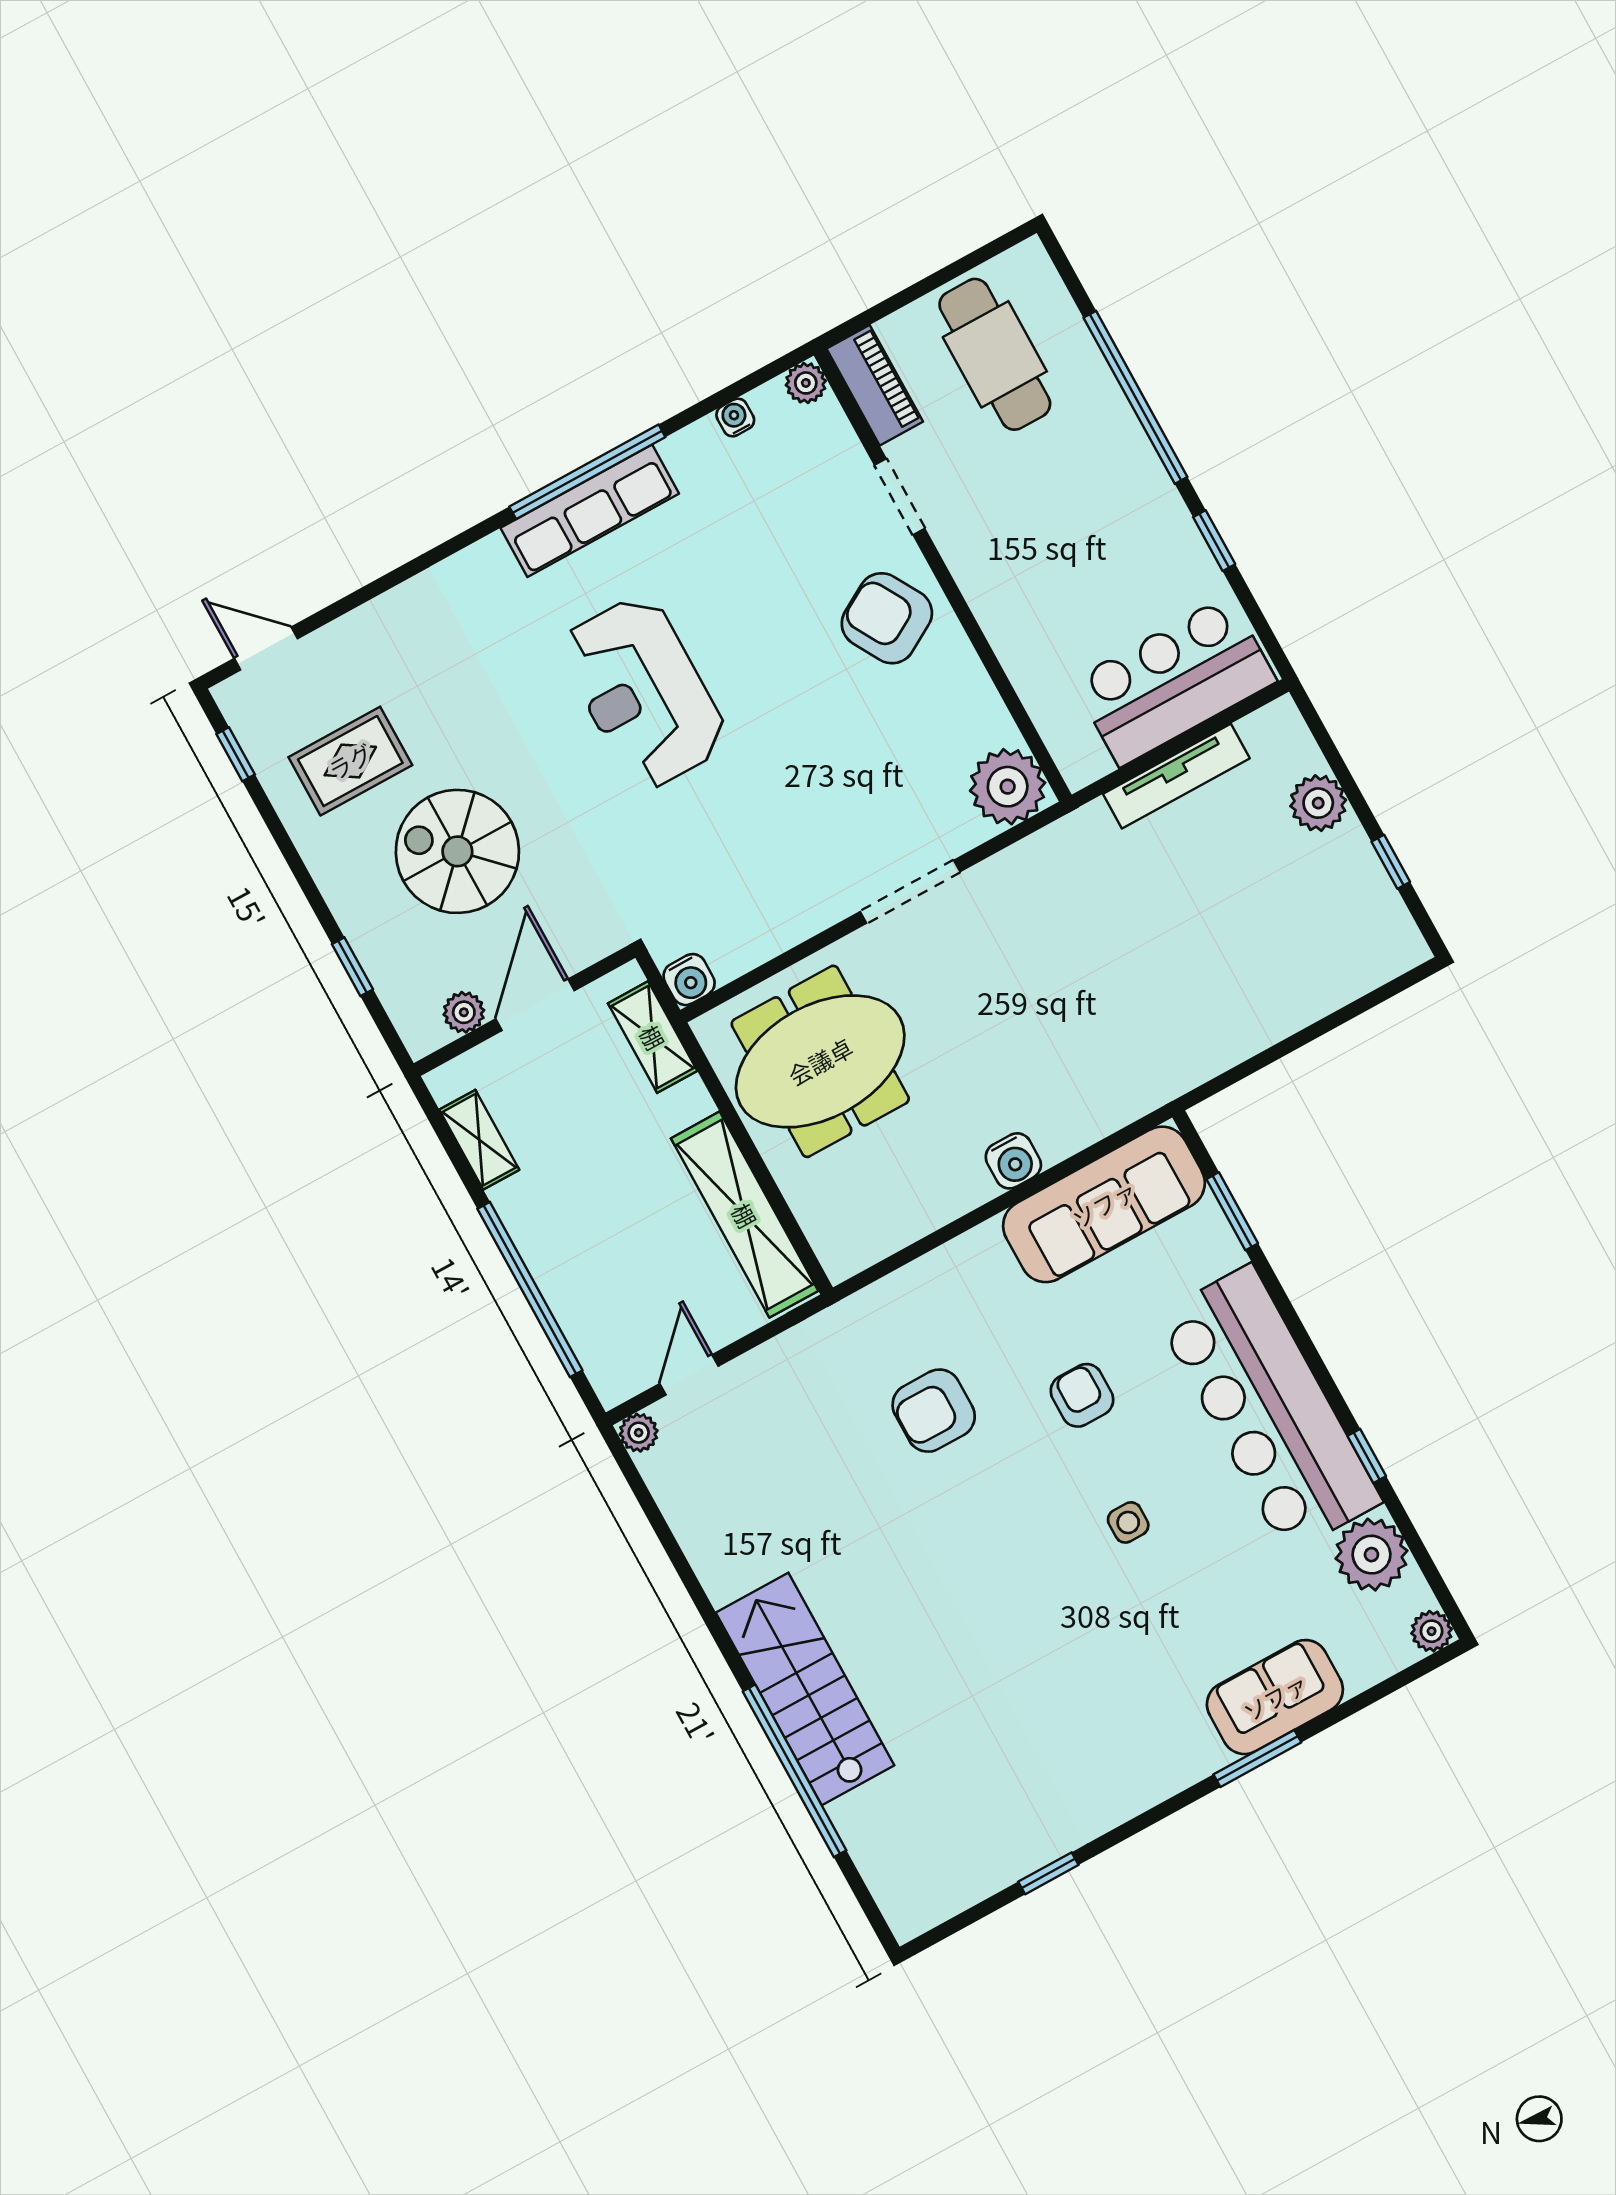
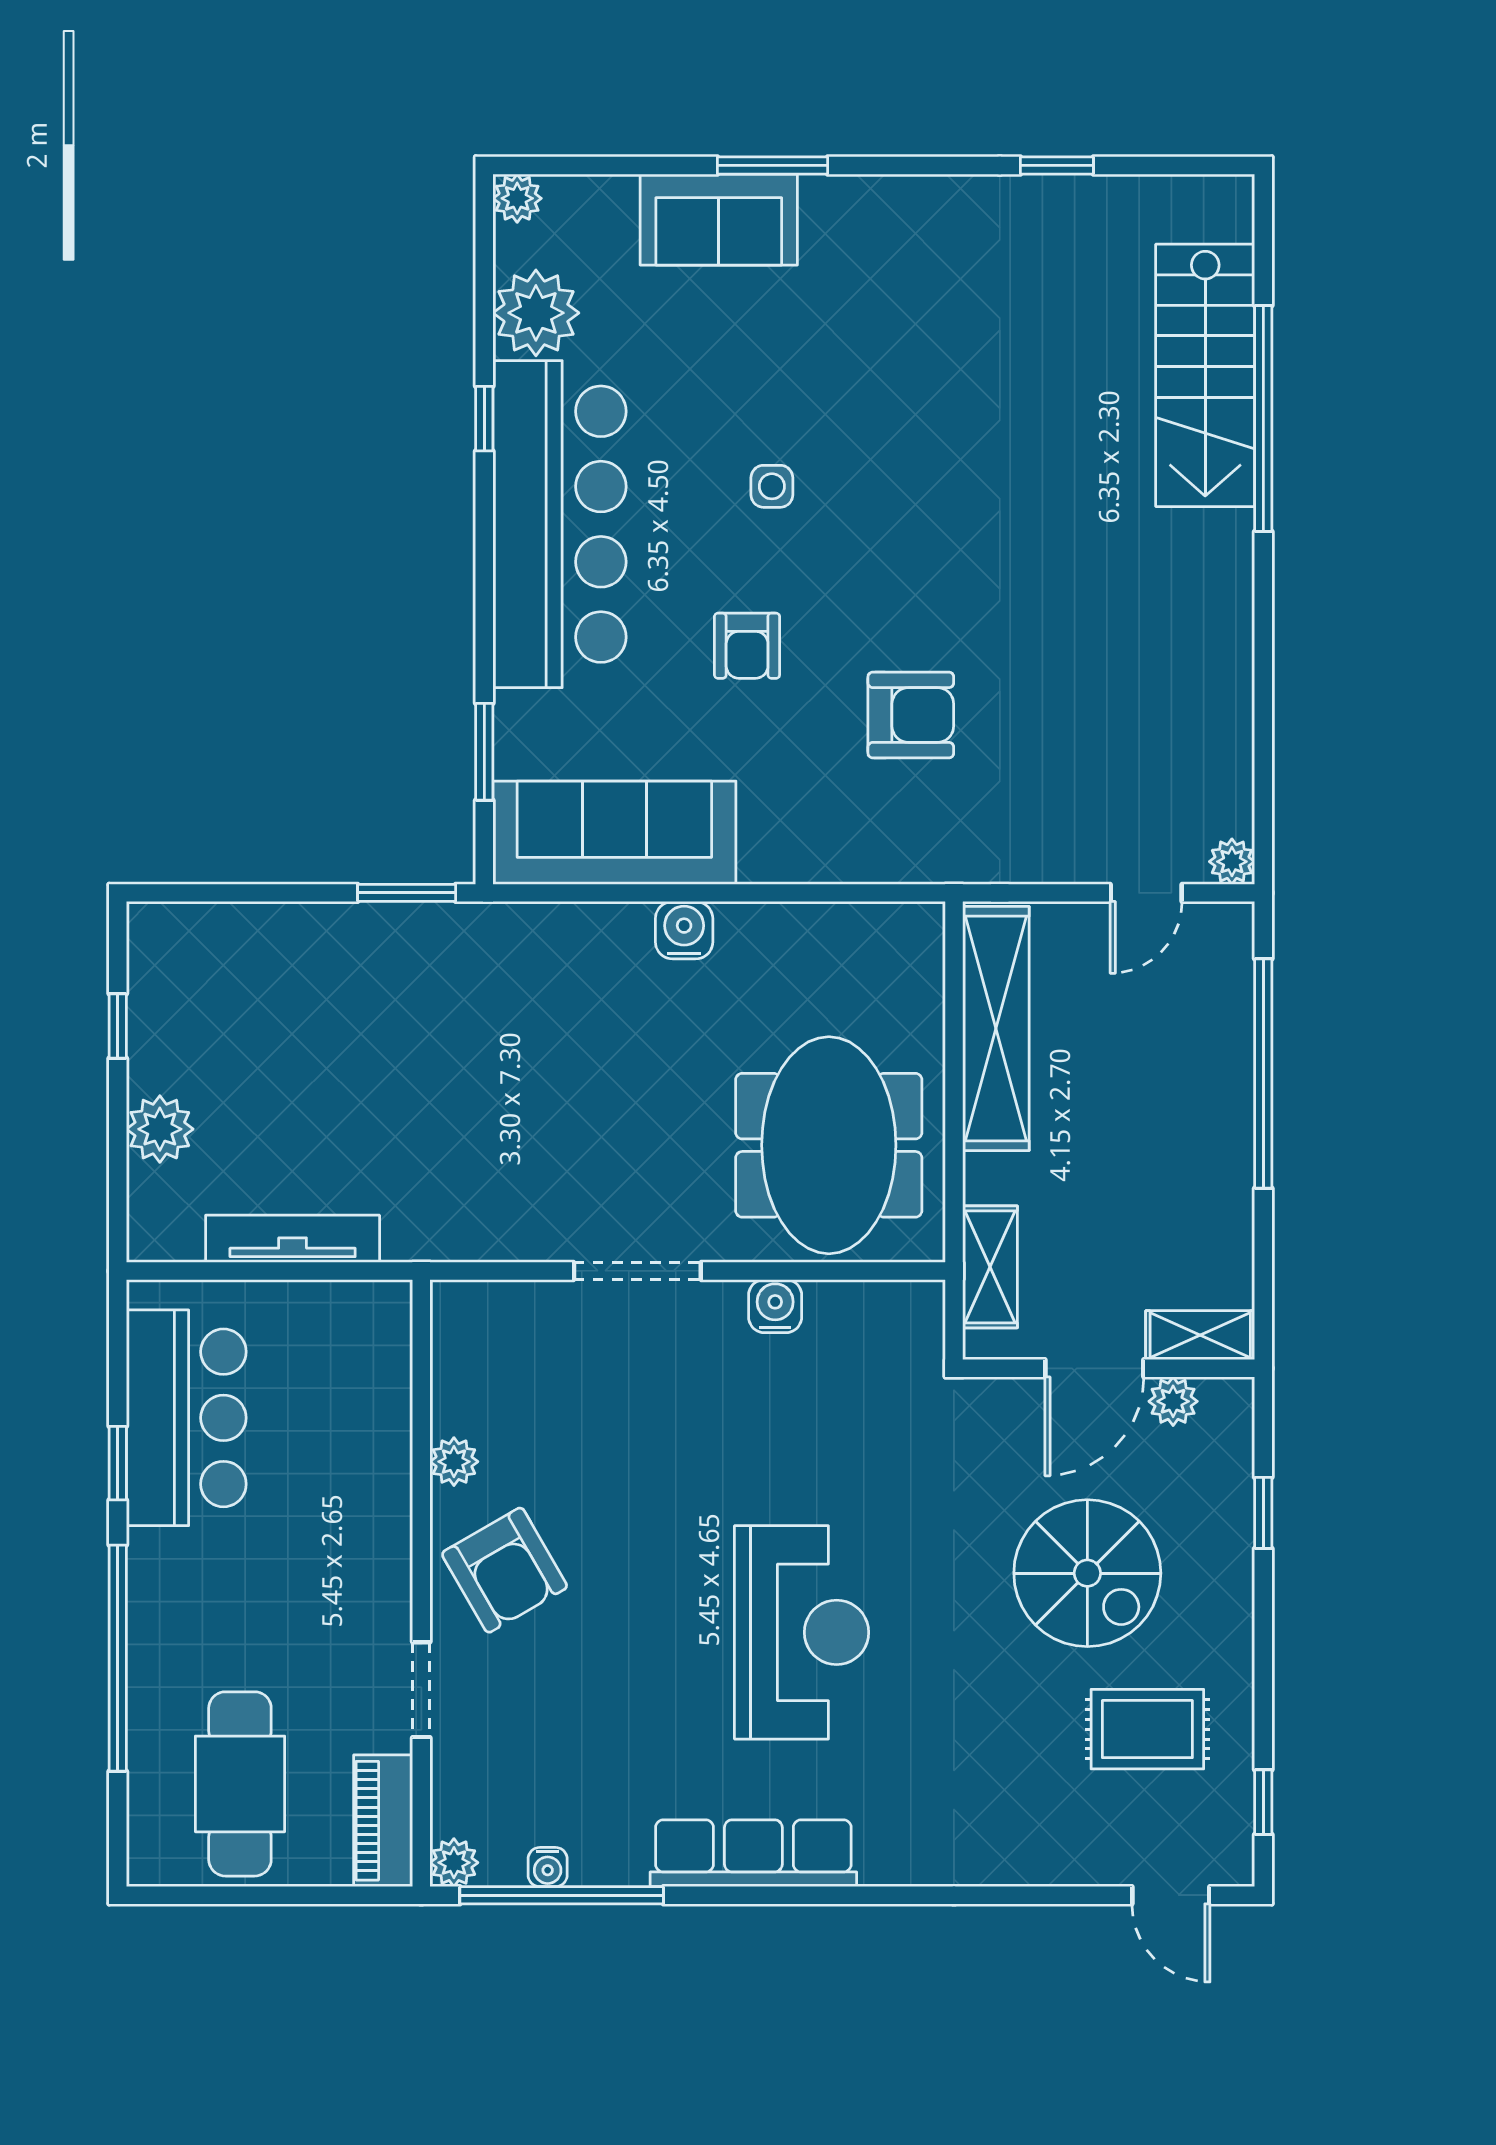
window: (587, 472) -> (562, 1895), moved
bar counter: (1174, 681) -> (186, 1418), moved, turned -90
plant: (1008, 787) -> (454, 1462), moved, width x0.53, depth x0.53
water cooler: (689, 980) -> (775, 1306), moved
meeting table: (820, 1061) -> (829, 1145), turned 90
window: (1232, 1076) -> (407, 893), added
shelving: (479, 1140) -> (1200, 1335), moved, turned 90
stairs: (805, 1689) -> (1205, 375), moved

